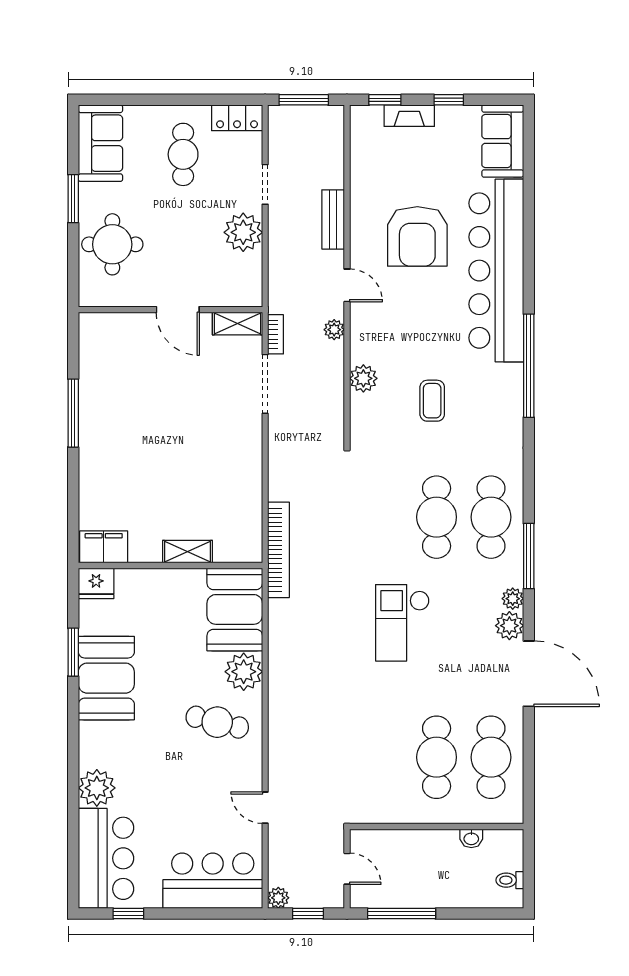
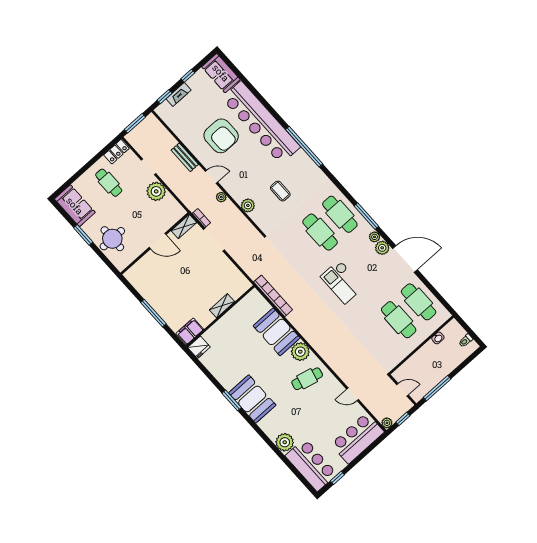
filing cabinet: (104, 547) -> (190, 331), moved
shelving: (187, 552) -> (222, 306), moved
wall: (170, 566) -> (220, 316), moved
fridge: (96, 583) -> (199, 347), moved

